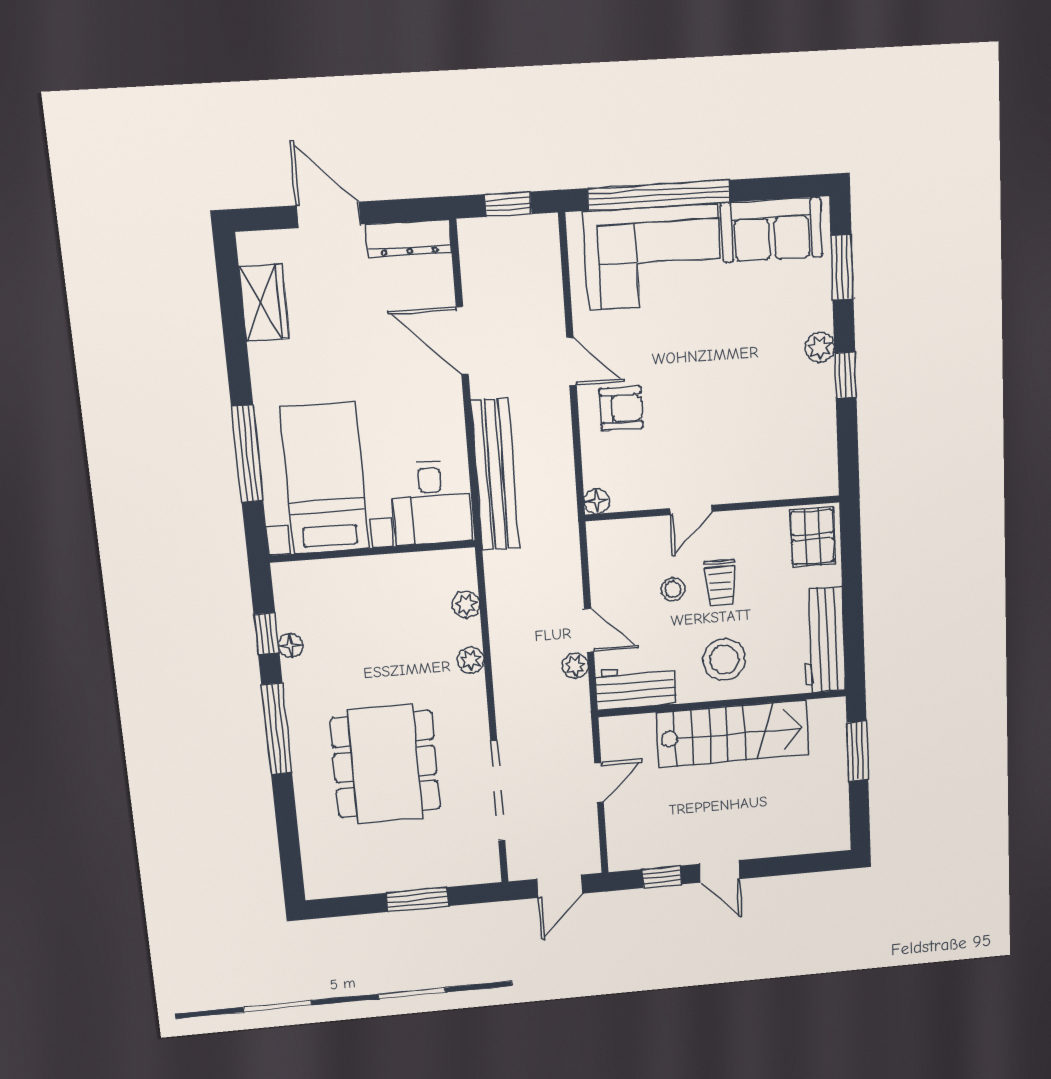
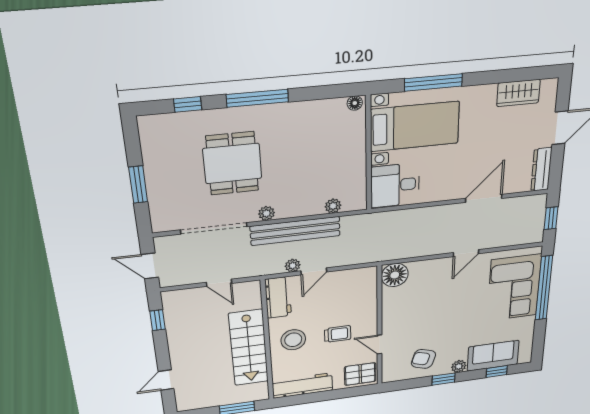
sofa: (772, 230) -> (493, 356), moved, turned 90
window: (842, 267) -> (497, 372), width x0.67
armchair: (621, 408) -> (423, 359), moved, turned 107
bench: (495, 475) -> (295, 231), moved
floor lamp: (597, 501) -> (395, 275), width x1.89, depth x1.89
door: (691, 510) -> (380, 344), moved
trolley: (721, 583) -> (338, 334), turned 180
stool: (673, 589) -> (335, 312), removed
window: (267, 633) -> (188, 104), moved
floor lamp: (291, 646) -> (355, 103), moved
plant: (471, 660) -> (266, 213), moved
dining table: (385, 764) -> (232, 164), width x0.73
door: (720, 871) -> (166, 380), moved

